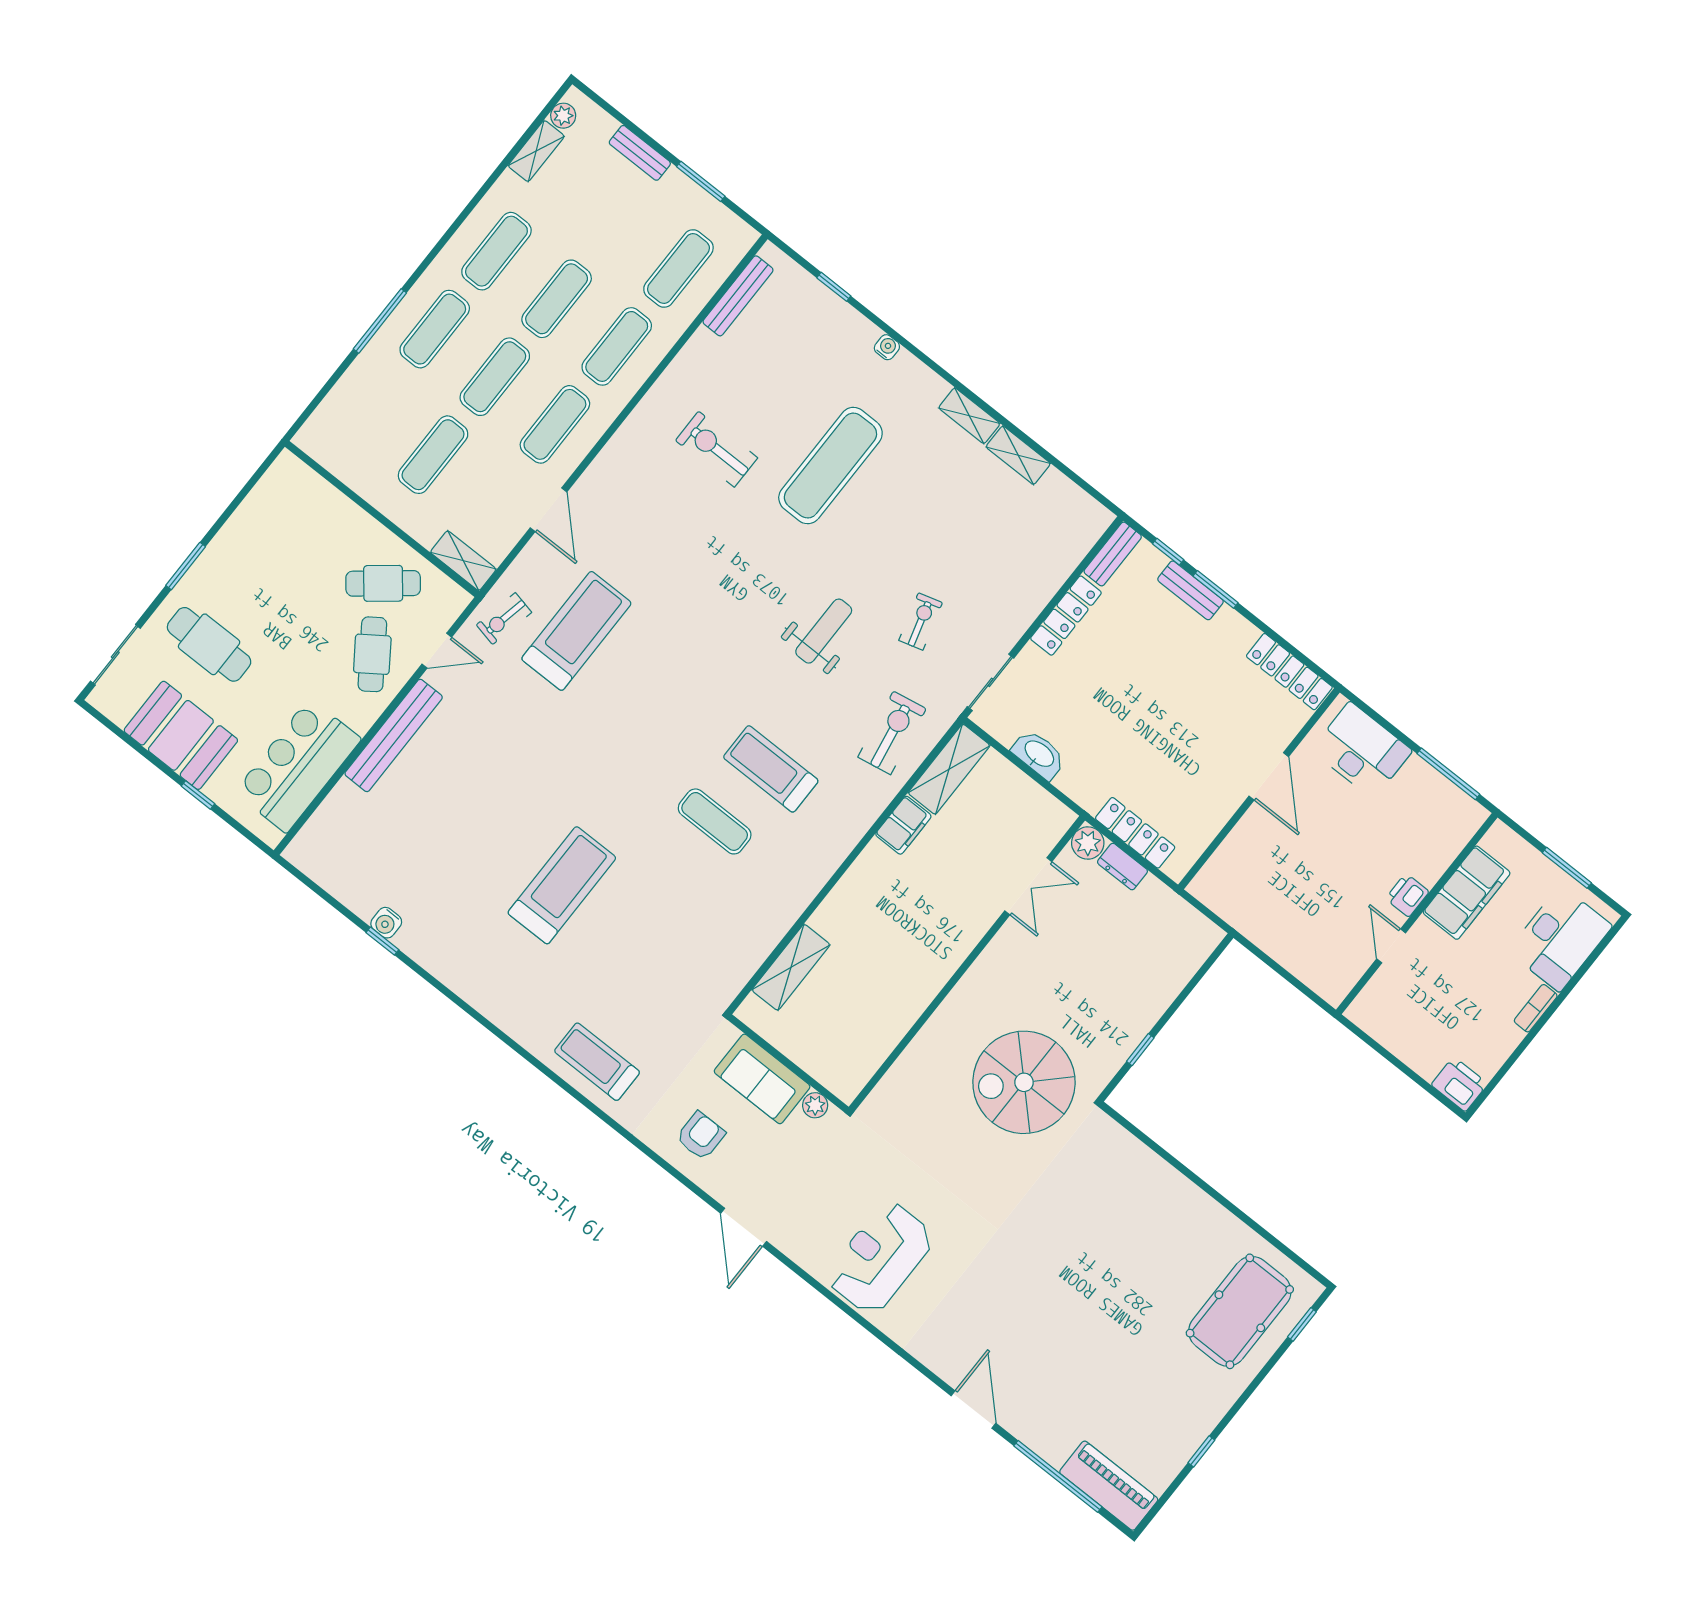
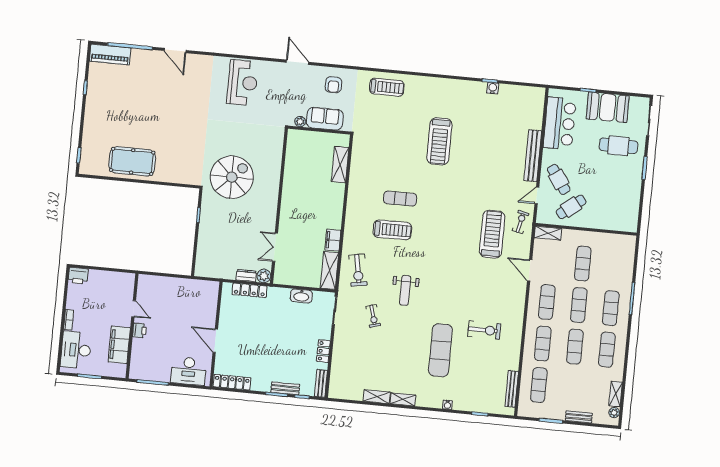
locker: (1066, 616) -> (323, 351), width x0.66
treadmill: (576, 631) -> (492, 234), turned 180
pool table: (1240, 1311) -> (132, 161), moved, turned 90

